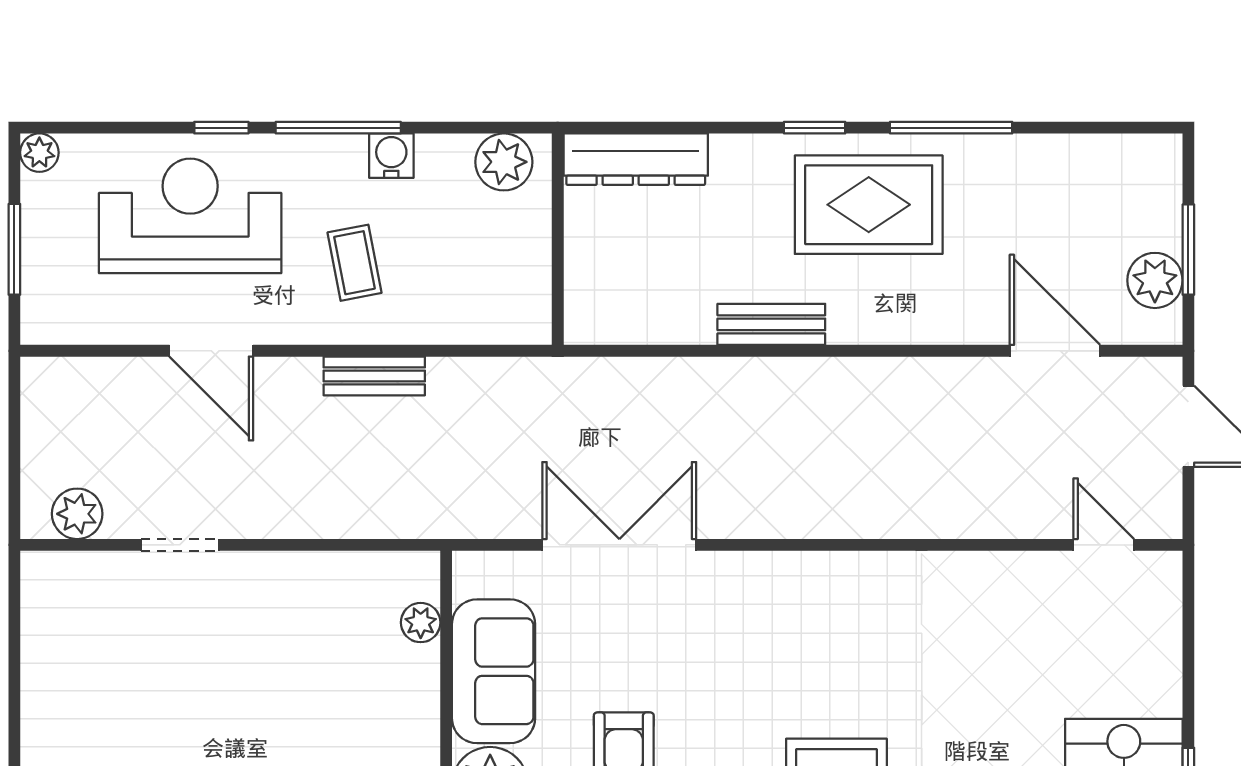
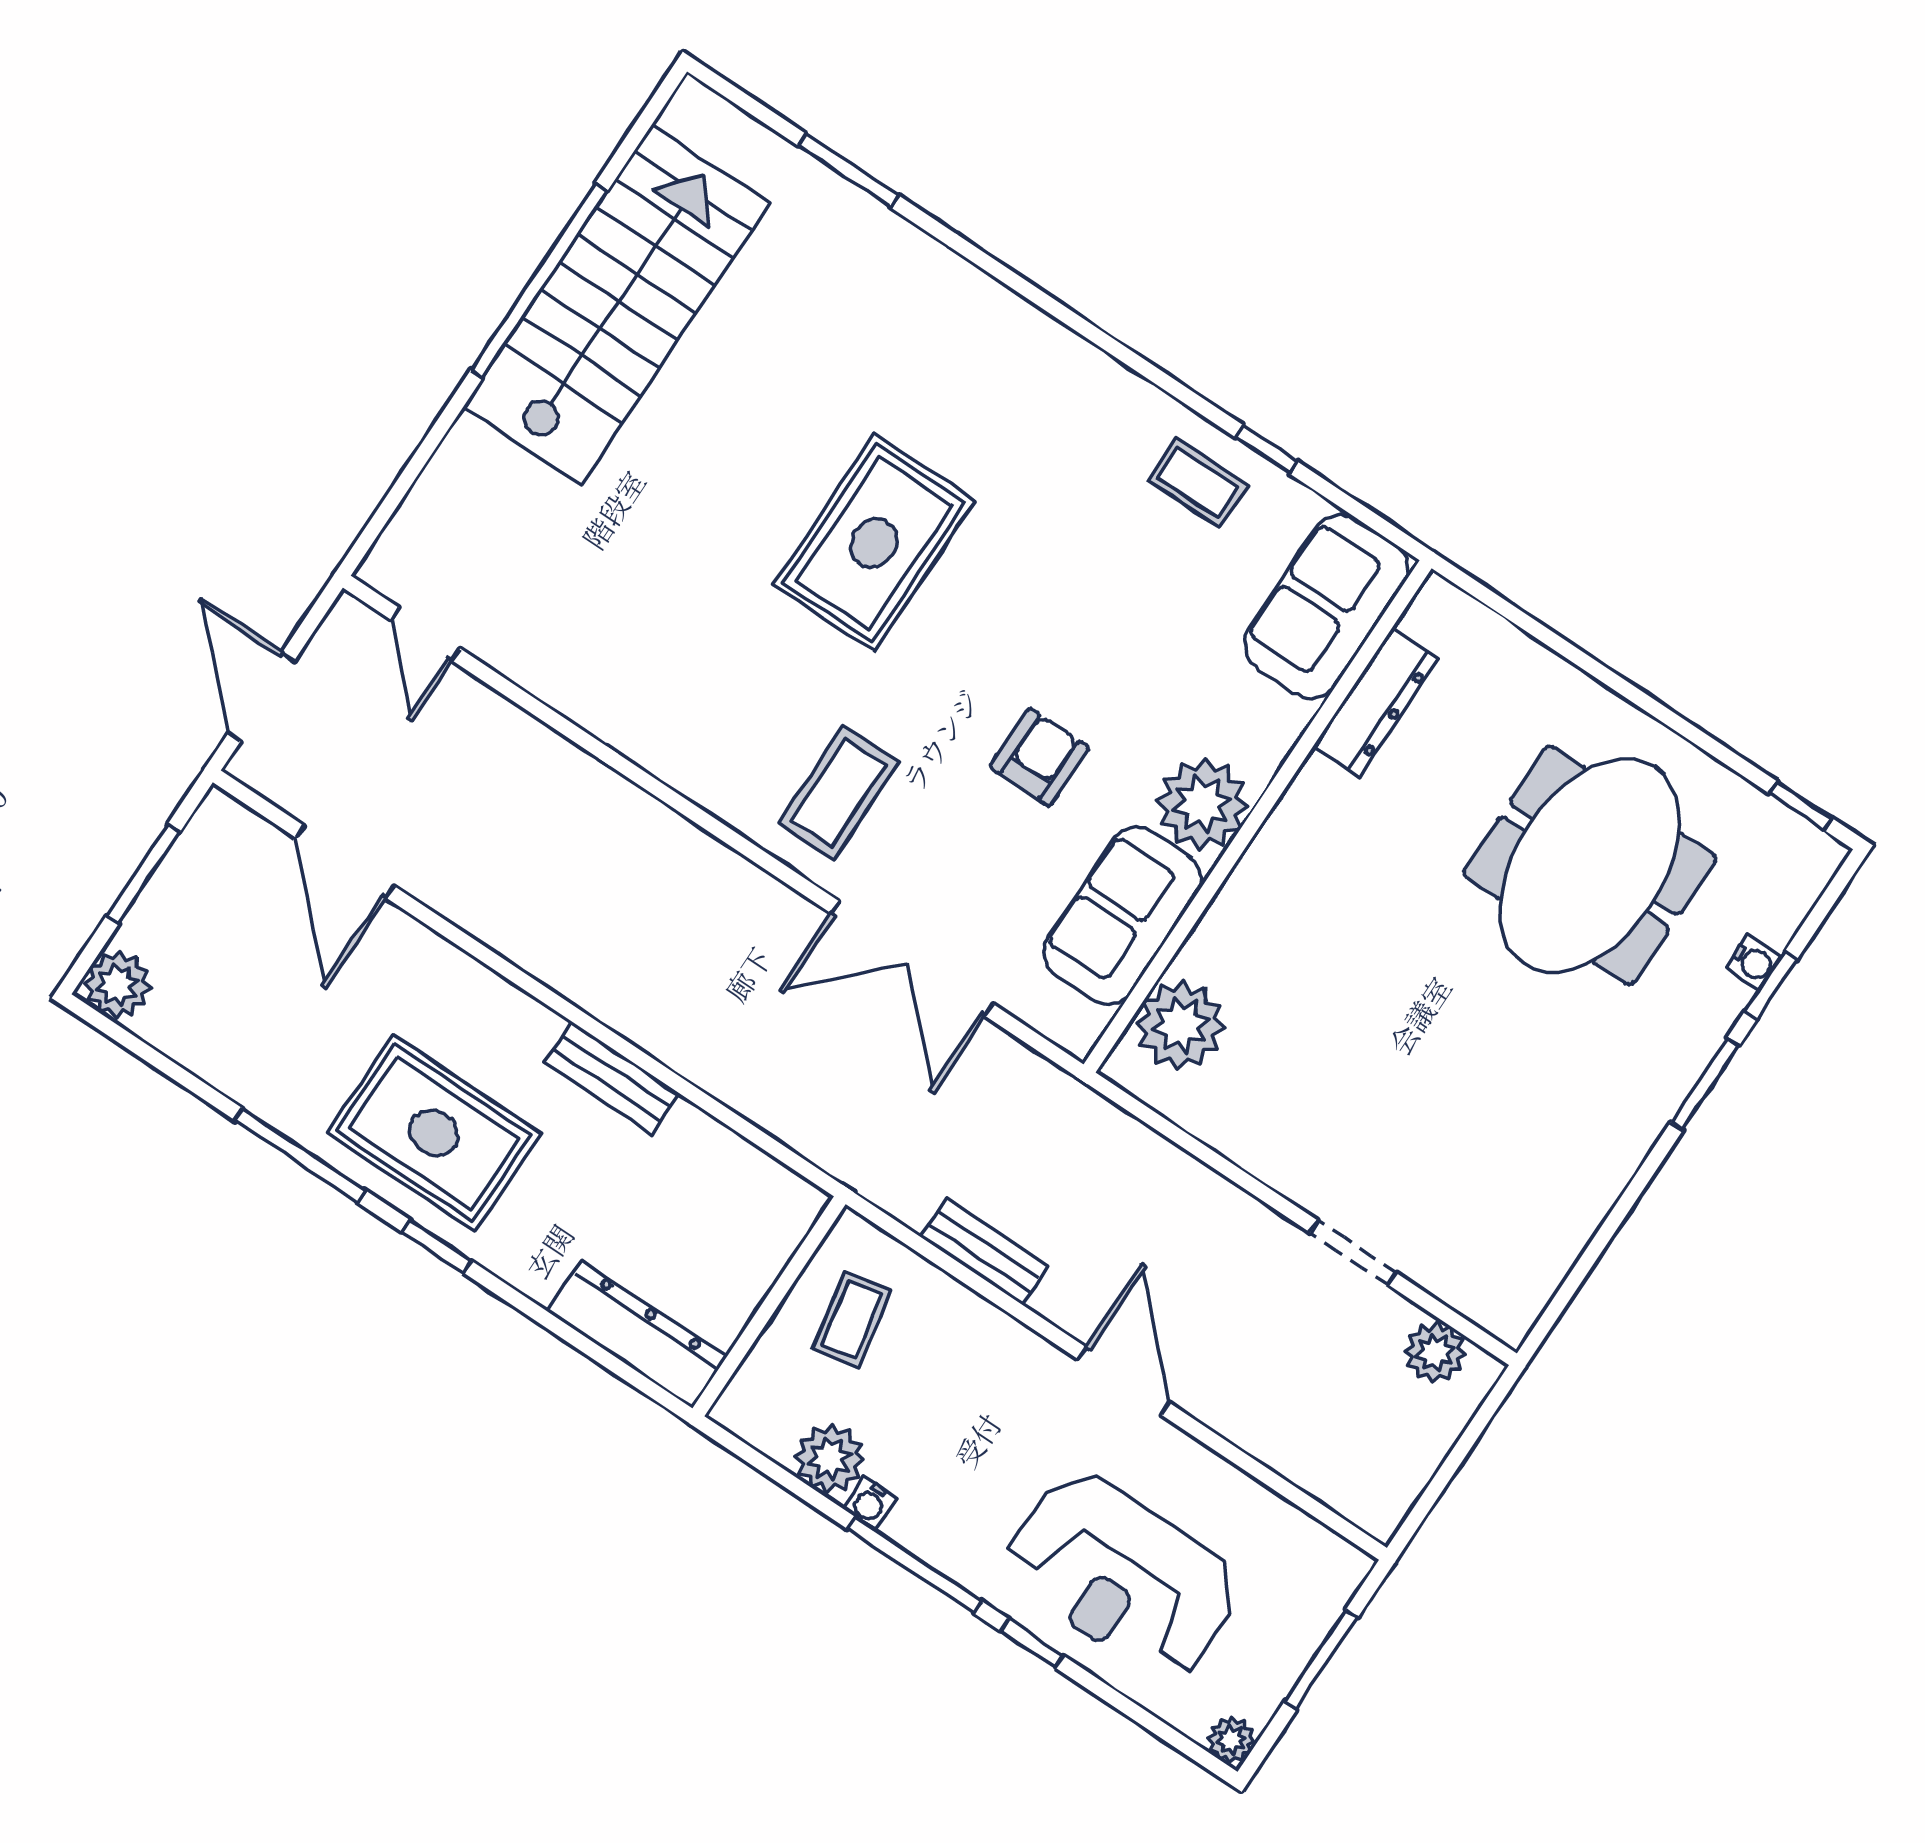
water cooler: (391, 156) -> (870, 1503), width x0.72, depth x0.72
plant: (504, 162) -> (830, 1459), moved
coffee table: (354, 263) -> (852, 1319), moved
plant: (1155, 280) -> (118, 985), moved
door: (211, 351) -> (1124, 1381), moved
bench: (374, 376) -> (984, 1251), moved
plant: (421, 623) -> (1180, 1025), width x1.88, depth x1.88
coffee table: (746, 625) -> (839, 793), added

